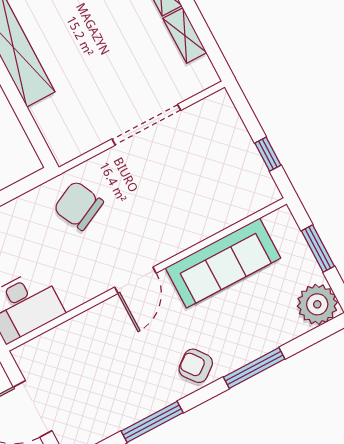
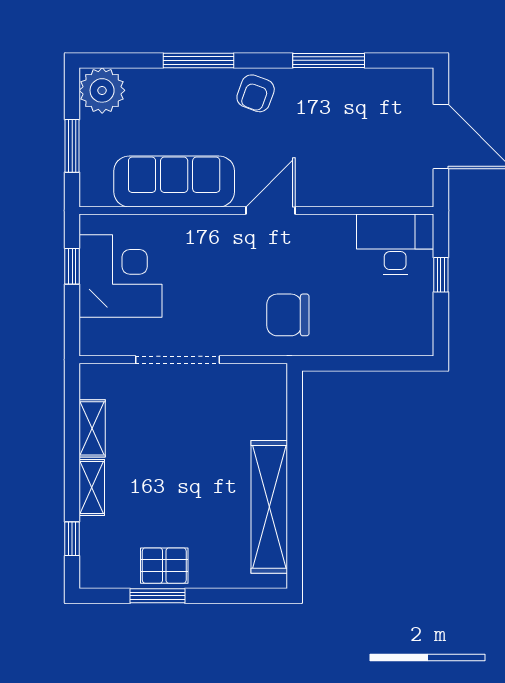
corner desk: (226, 167) -> (121, 276), added
chair: (78, 206) -> (288, 315), turned 116
armchair: (196, 366) -> (256, 93), turned 58

